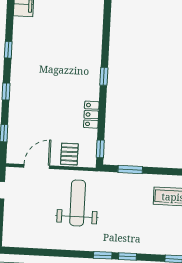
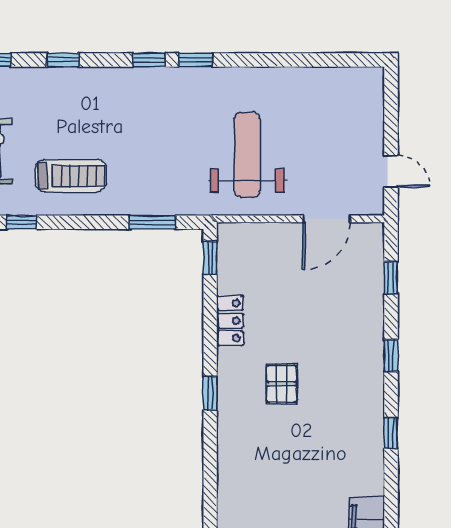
pallet: (69, 154) -> (282, 384), moved
weight bench: (78, 203) -> (247, 155), turned 180

